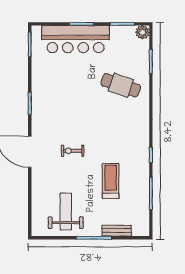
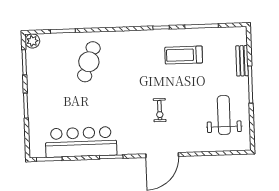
bar counter: (76, 39) -> (81, 142), moved, turned -90
treadmill: (111, 181) -> (184, 55), moved
weight bench: (66, 212) -> (224, 115), turned 90

